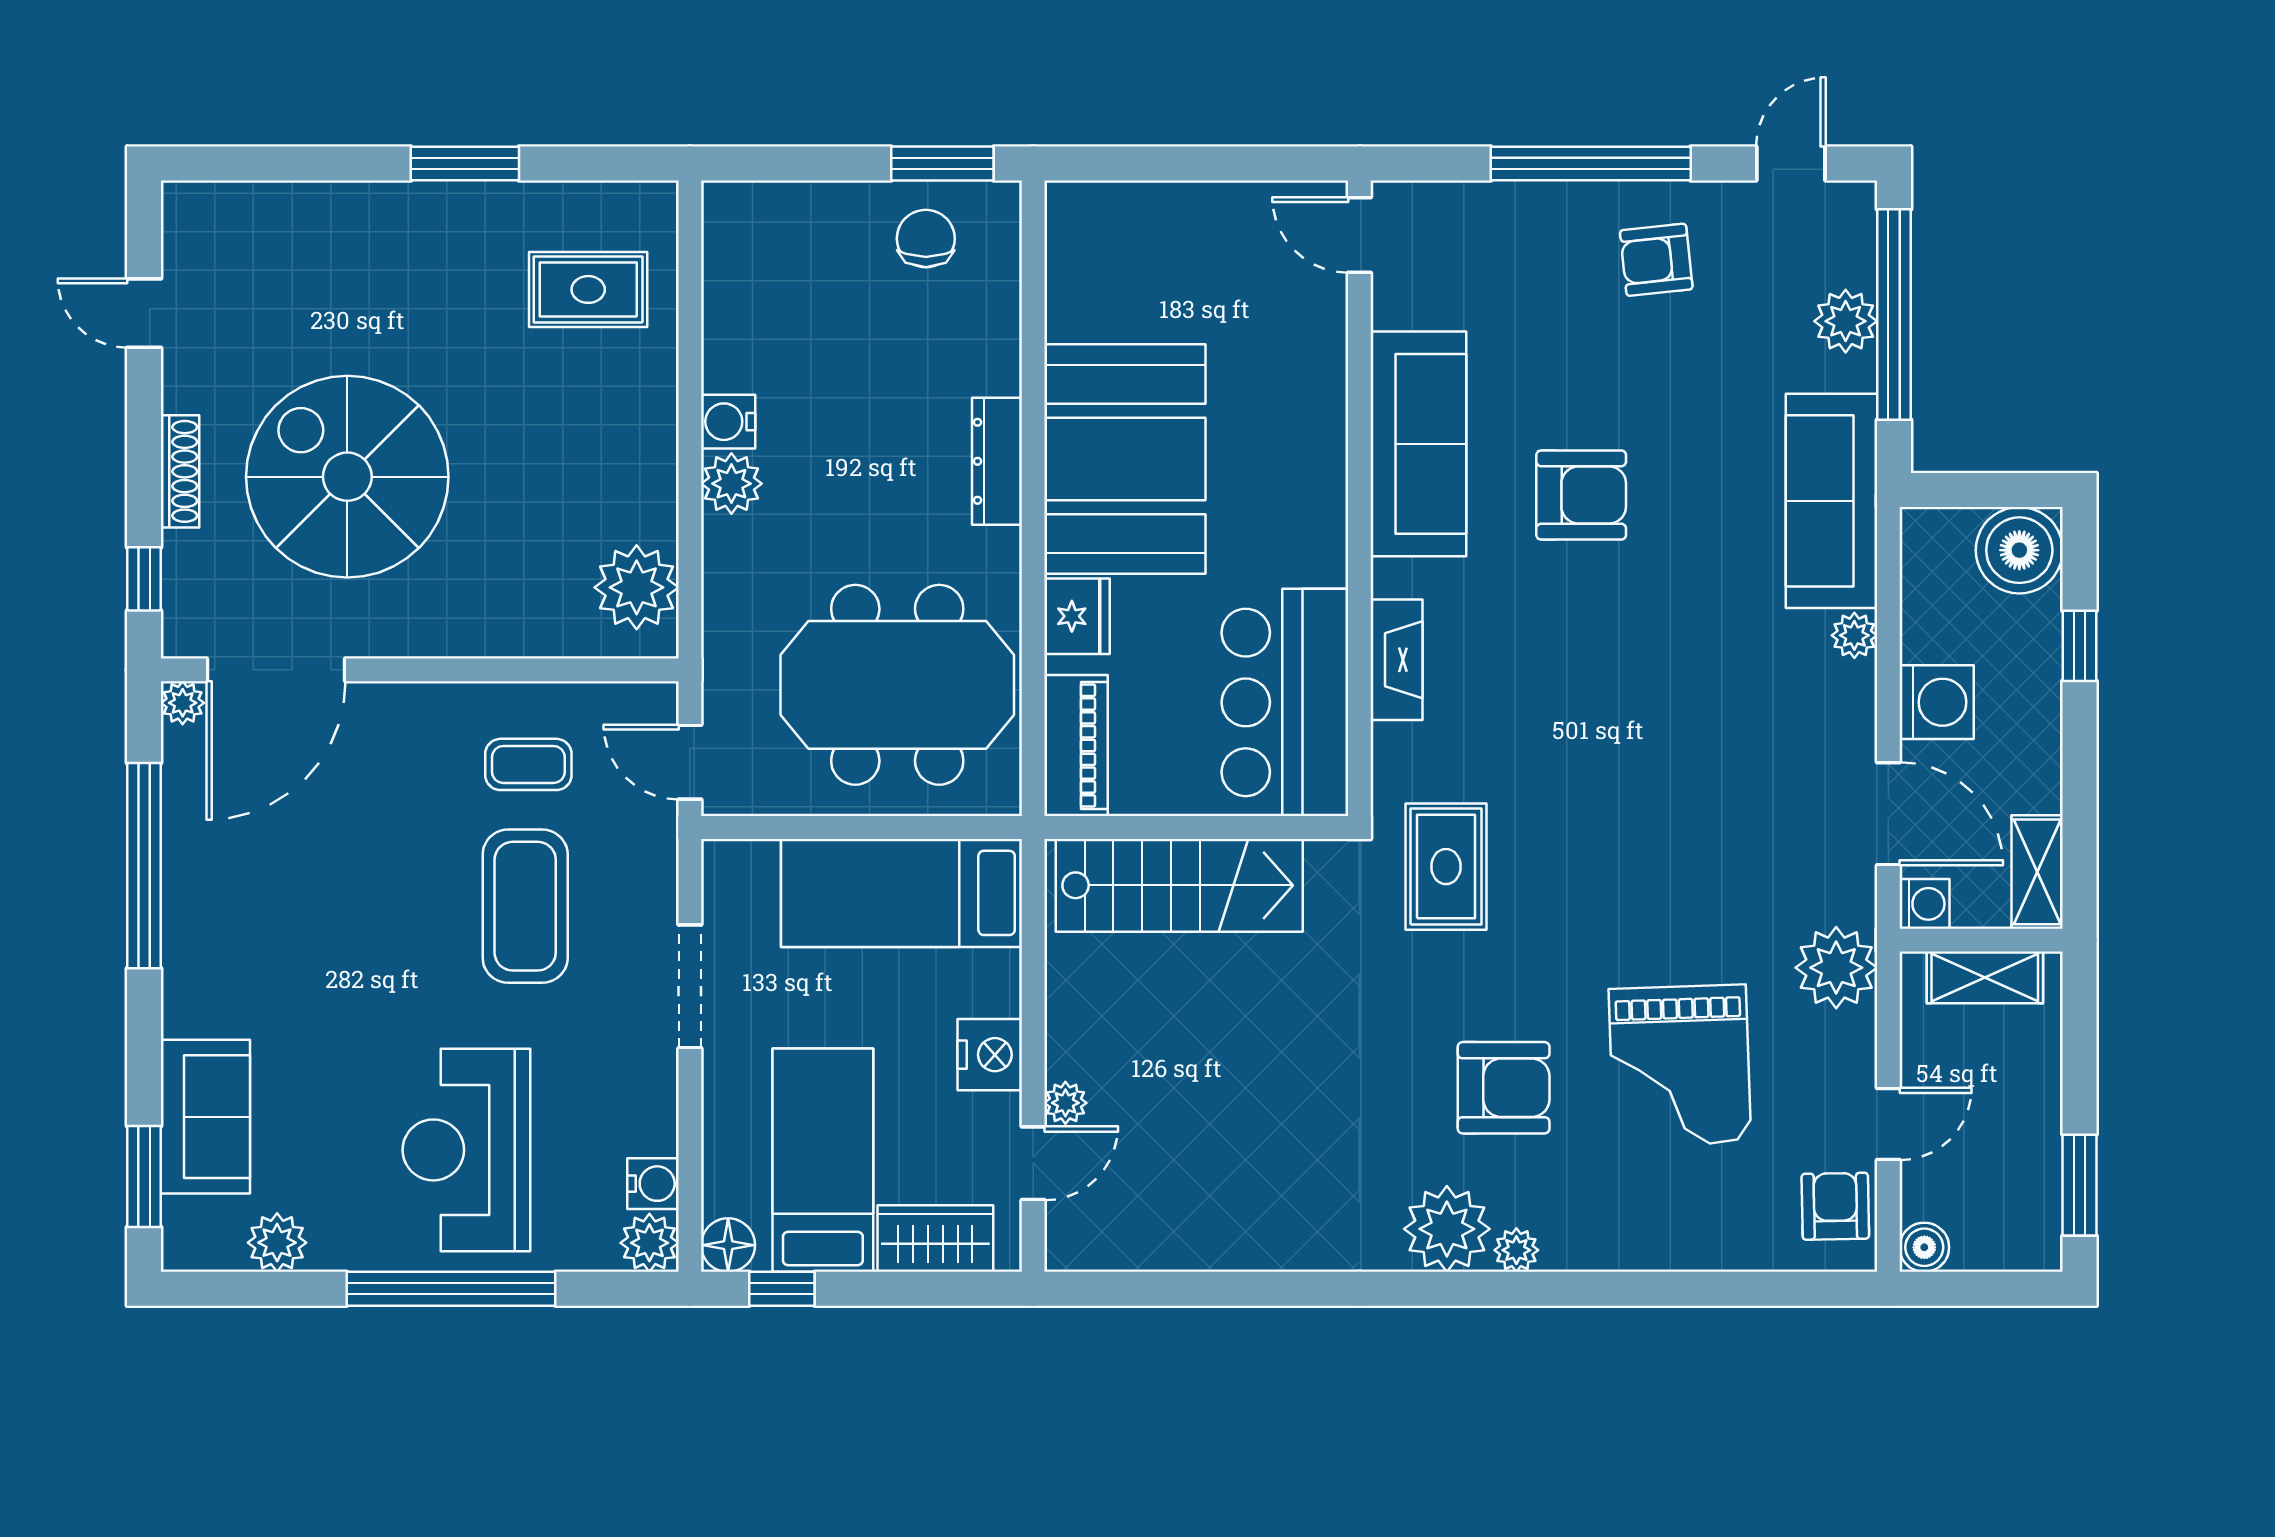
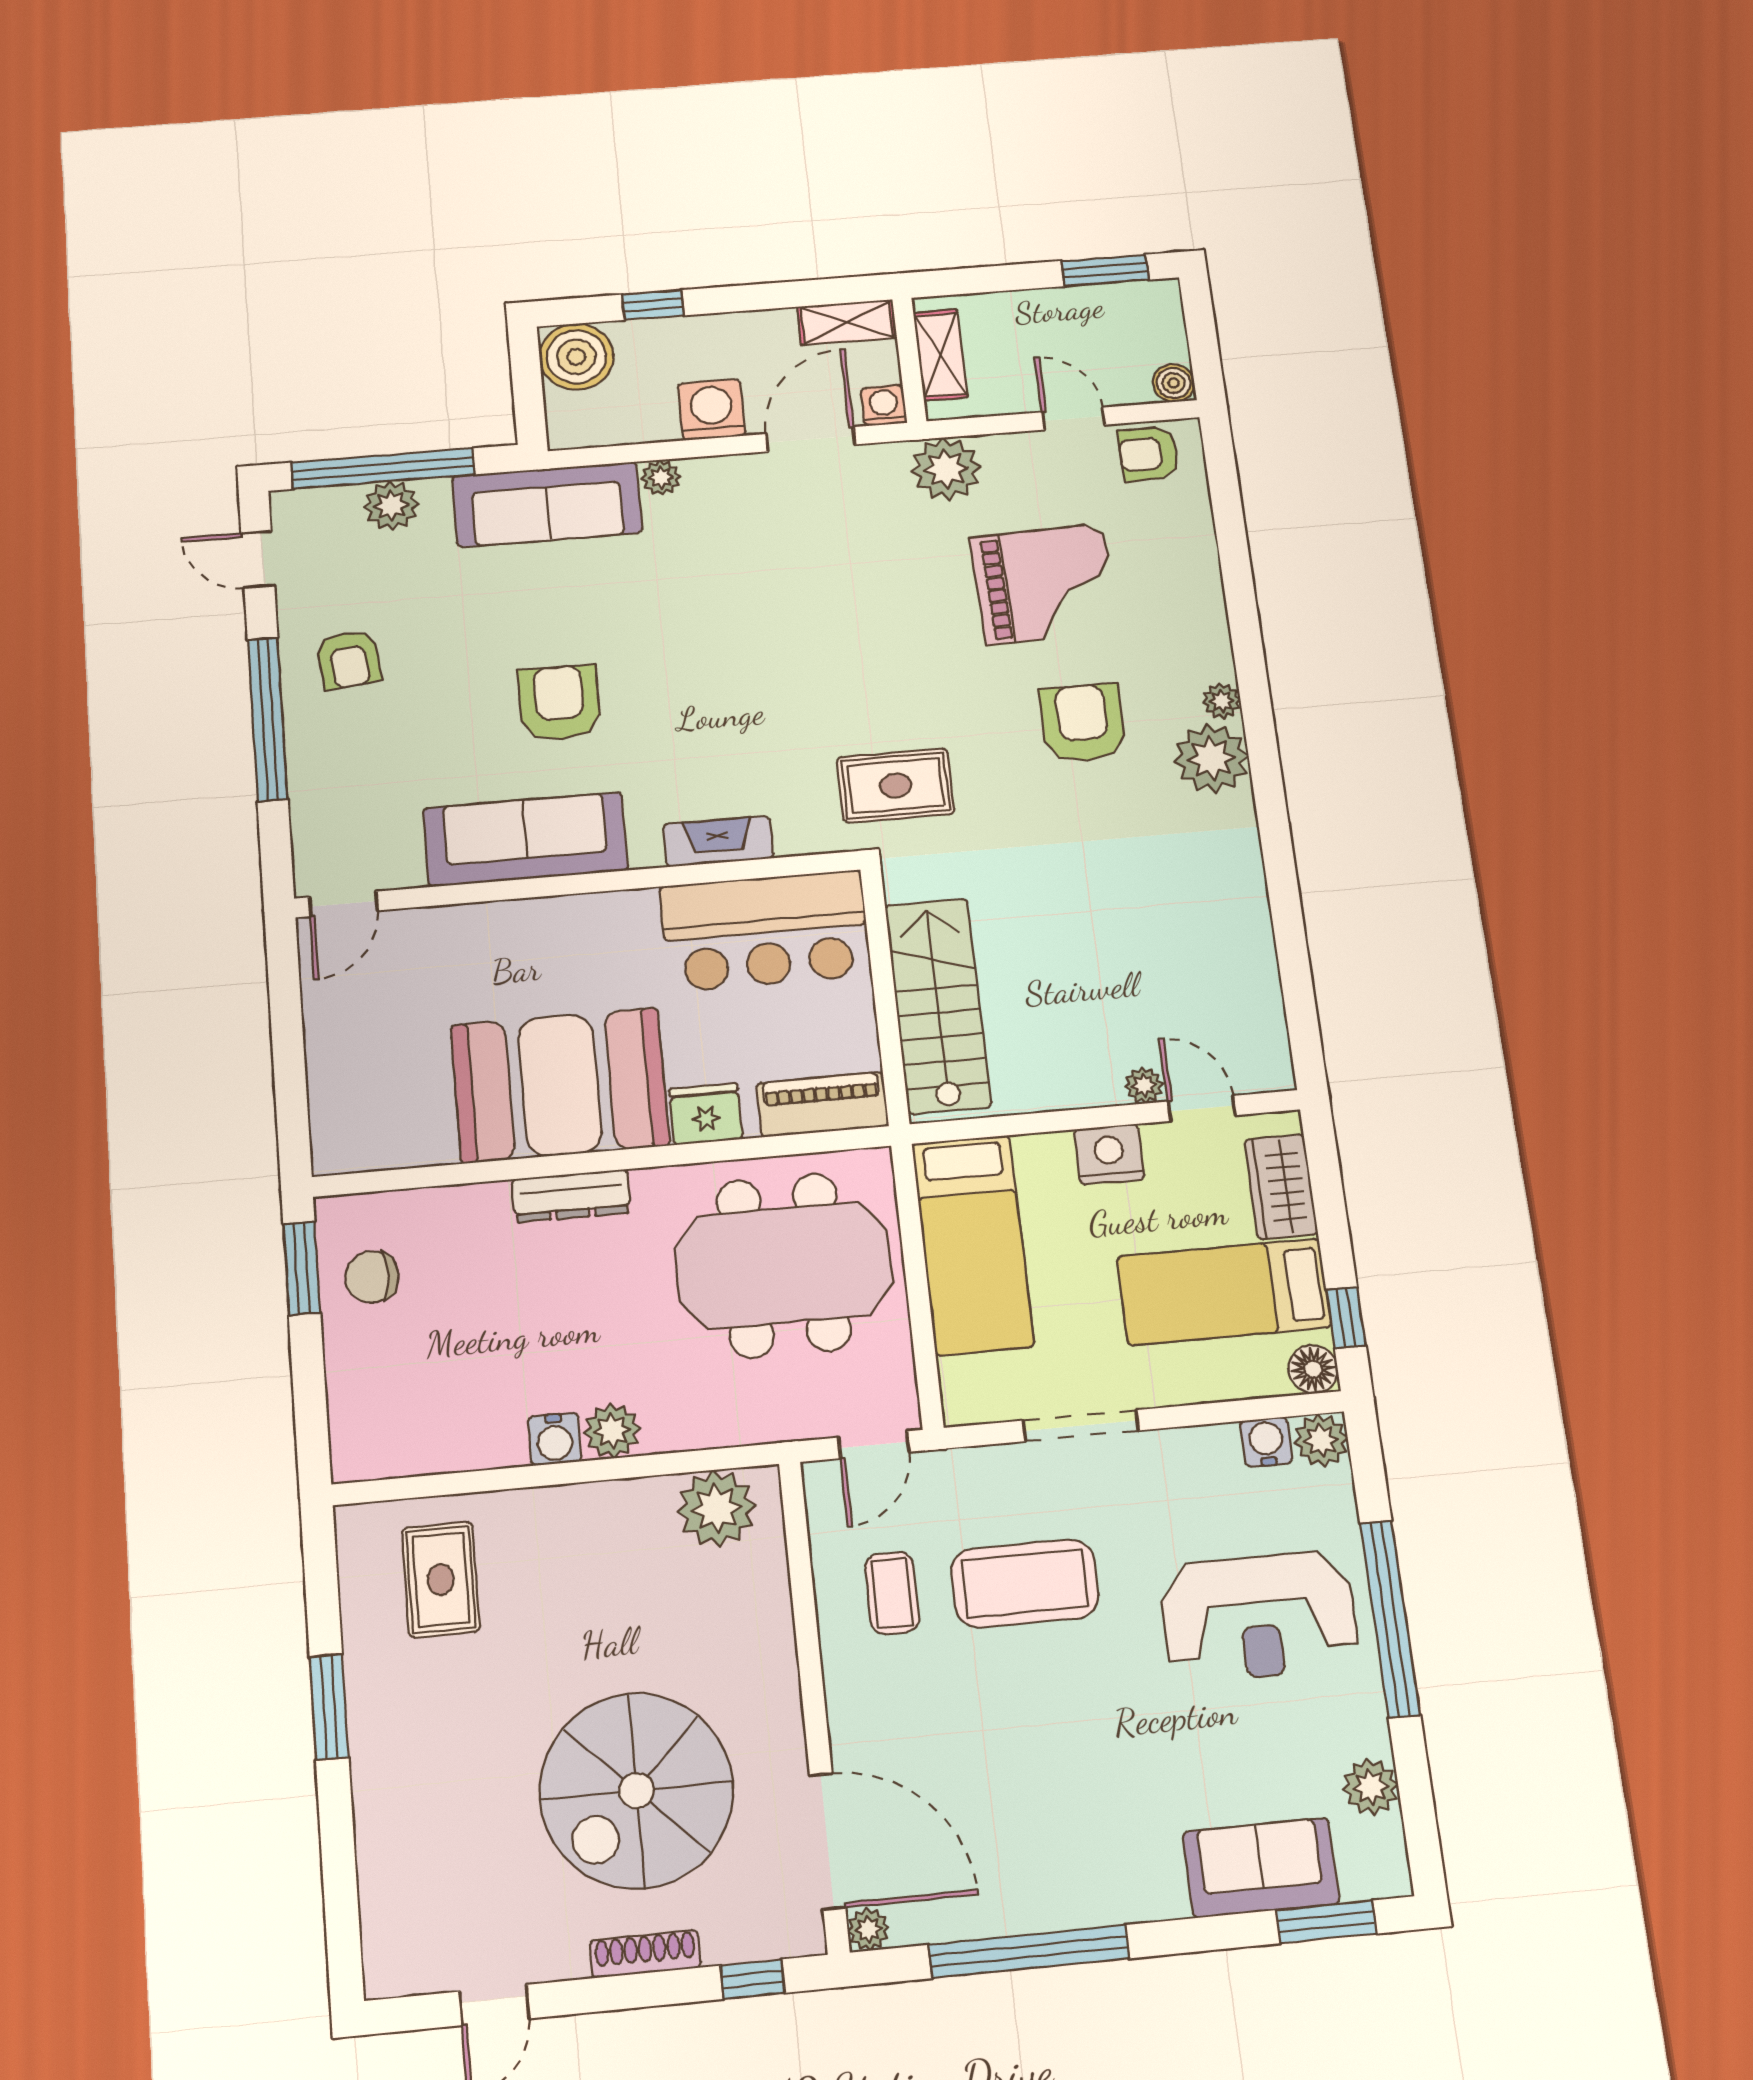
meeting table: (897, 685) -> (783, 1265), turned 90

